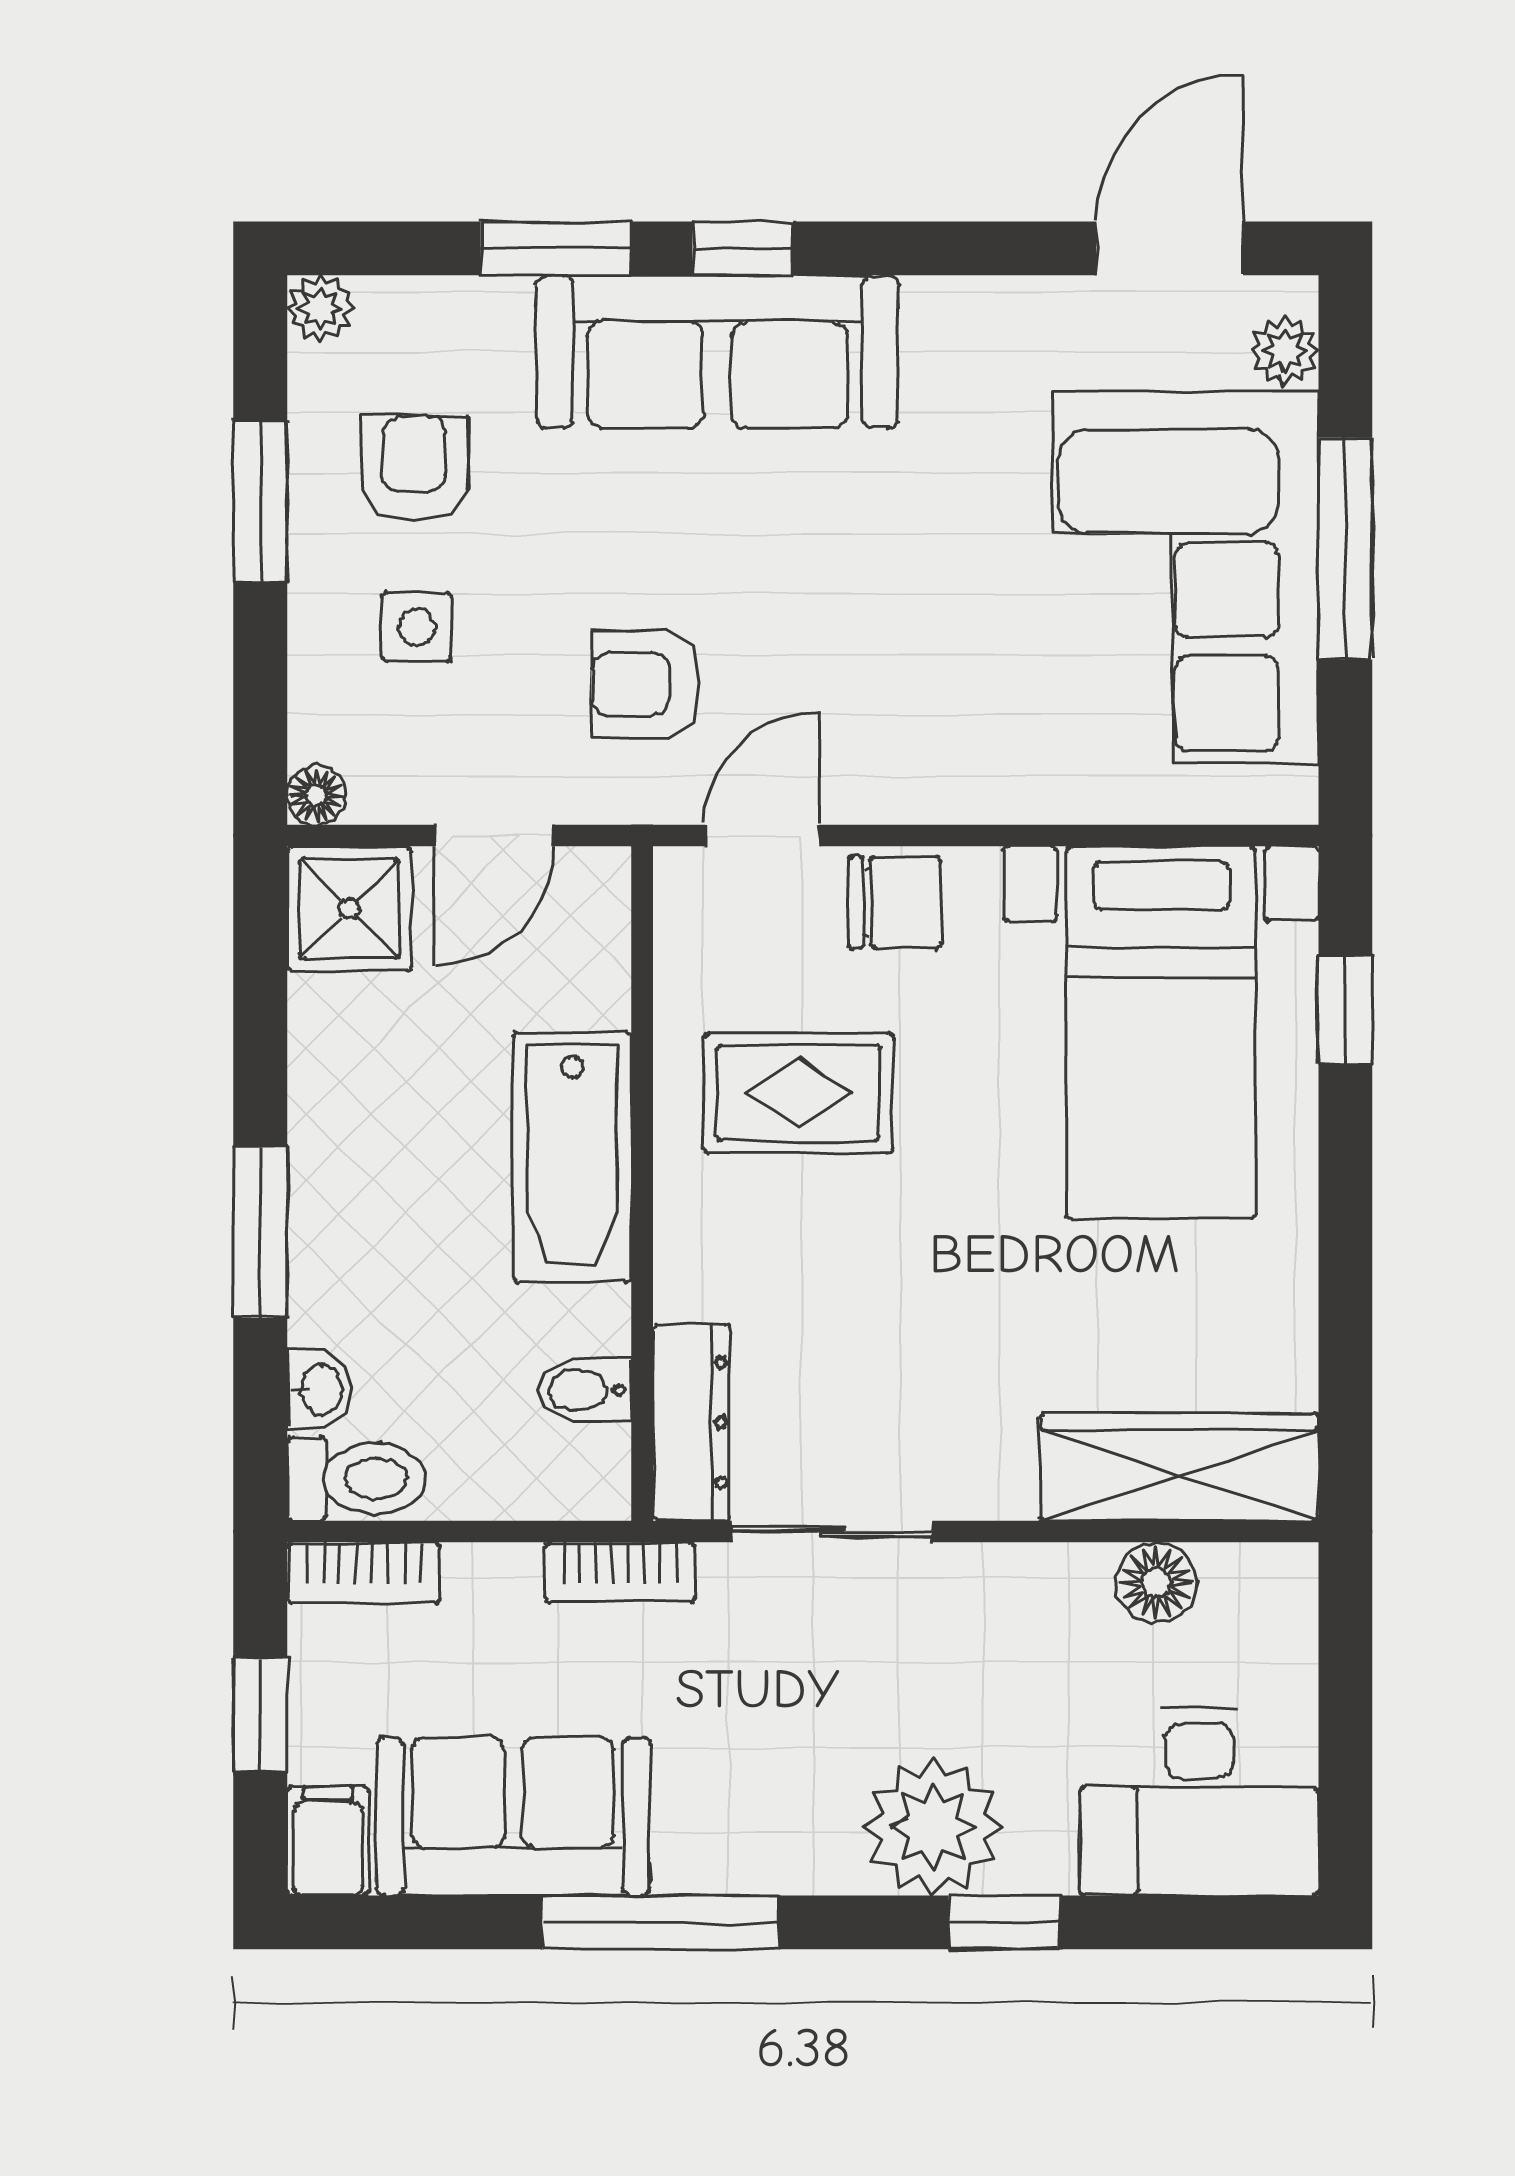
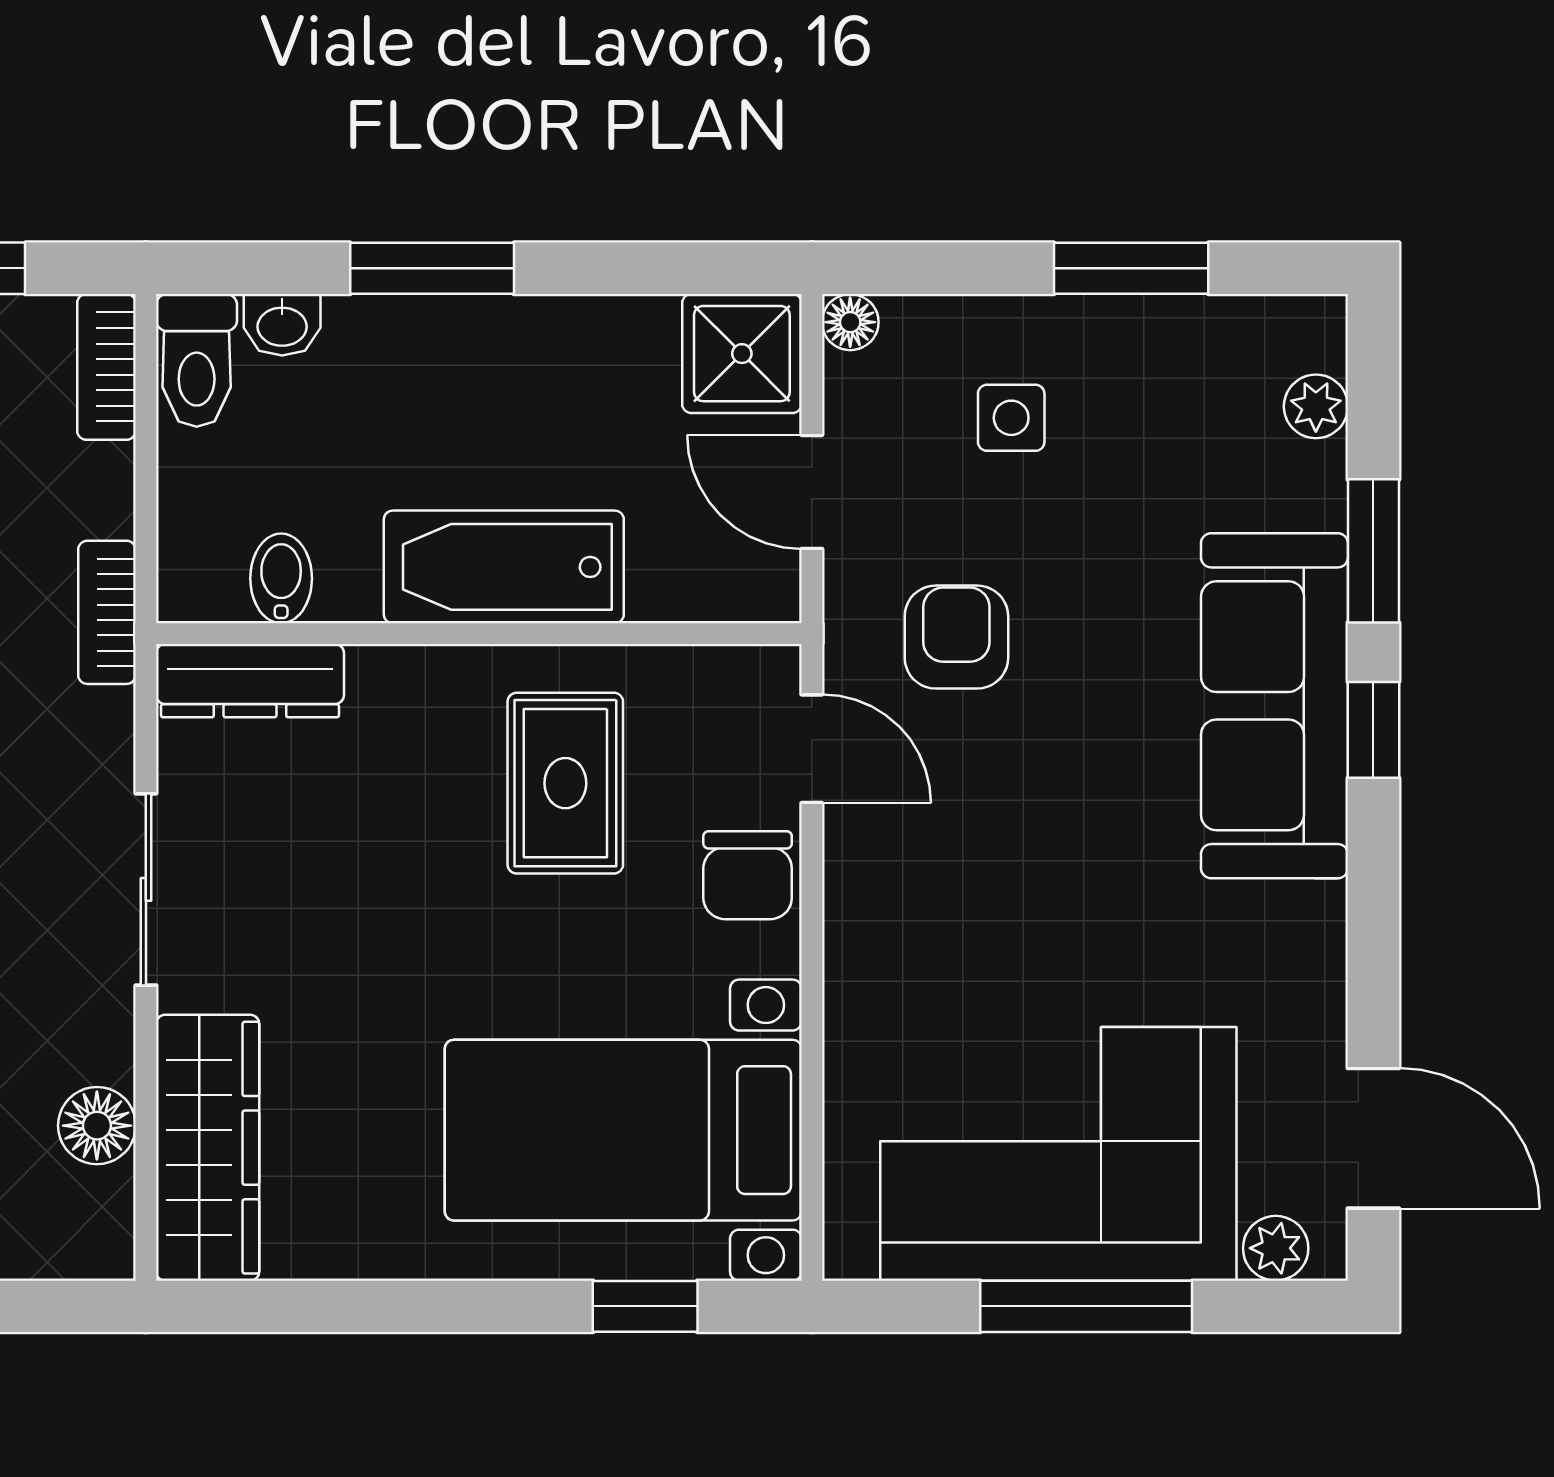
plant: (320, 309) -> (1316, 406), moved
armchair: (415, 469) -> (1162, 416), removed
sliding door: (832, 1532) -> (146, 889), moved

